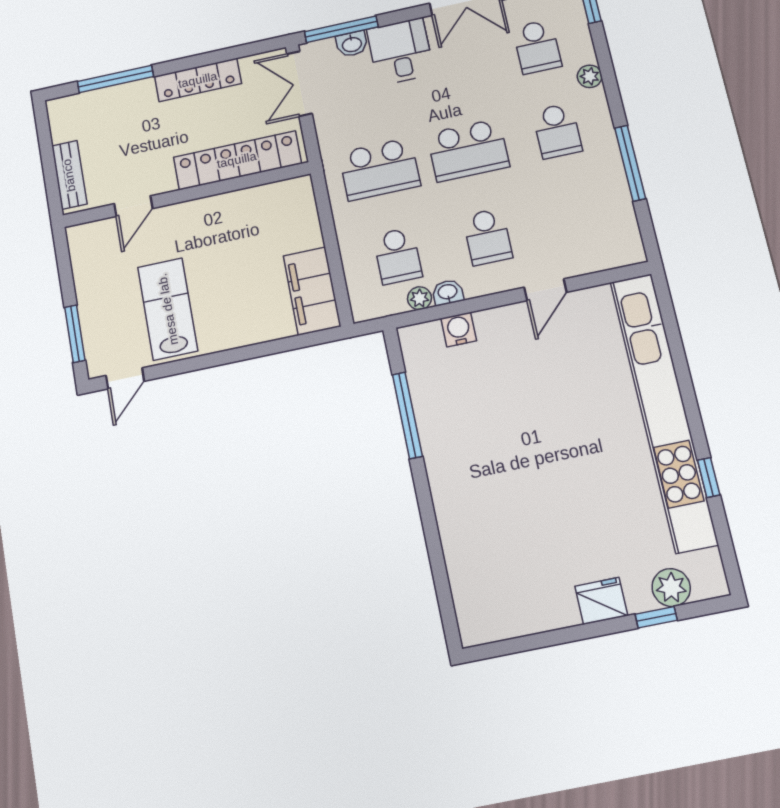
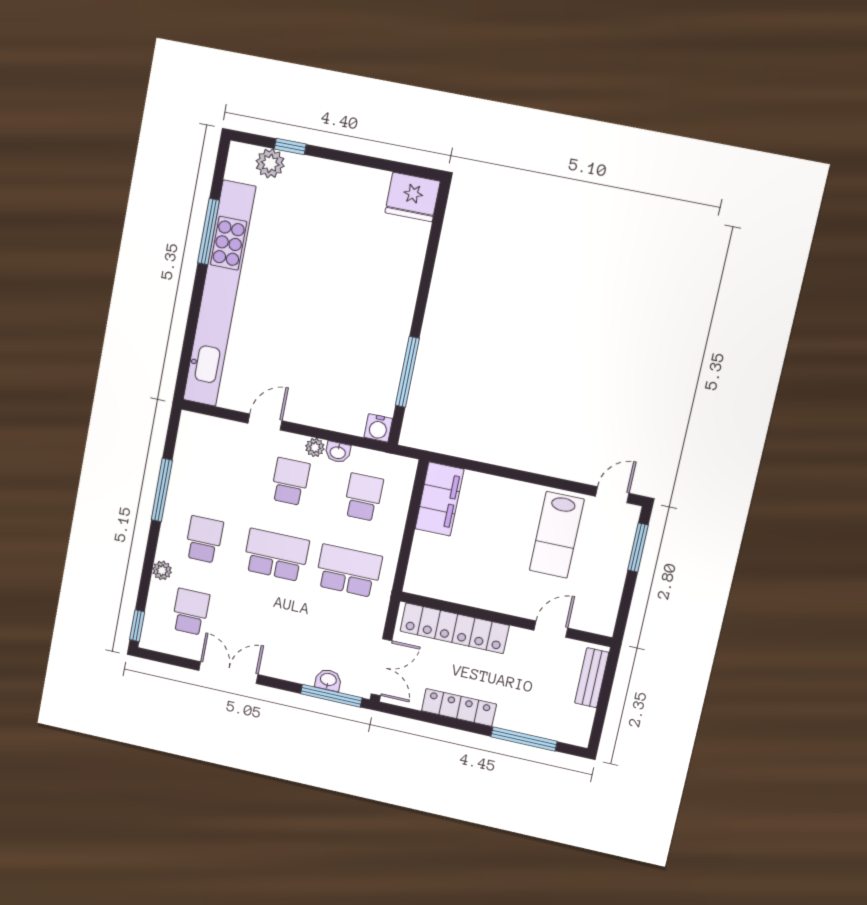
desk: (400, 52) -> (294, 656), removed
plant: (419, 298) -> (315, 447), moved
water cooler: (459, 329) -> (378, 428), moved
window: (709, 477) -> (209, 232), width x2.17
fridge: (601, 601) -> (413, 197), moved, width x1.36, depth x1.34

